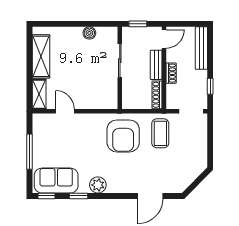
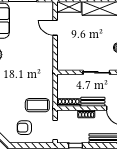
door: (65, 111) -> (55, 28), swing flipped
armchair: (123, 136) -> (24, 128), moved, width x0.53, depth x0.53

